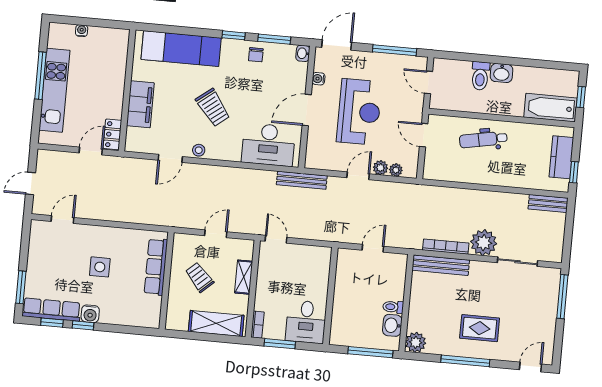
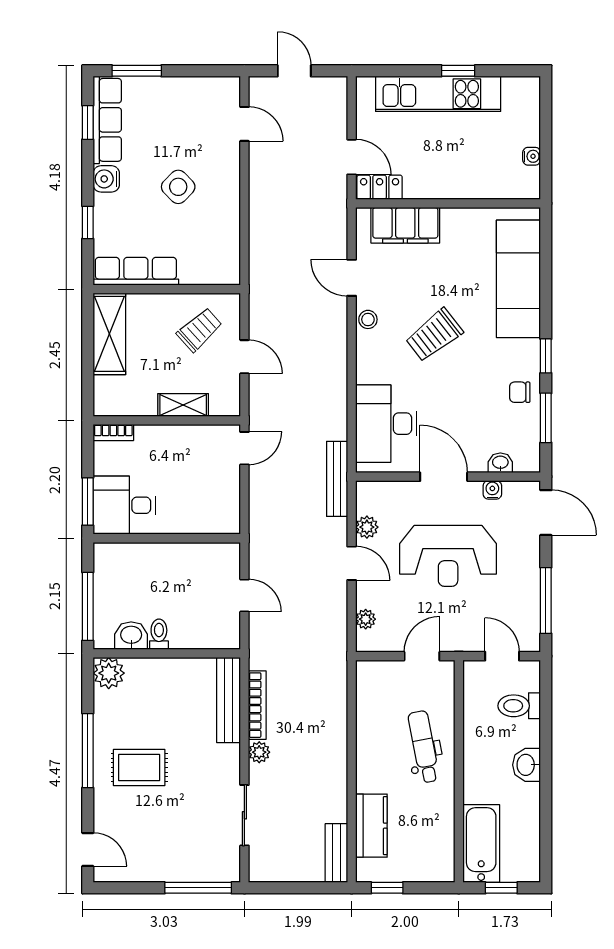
water cooler: (82, 31) -> (532, 156), moved
washbasin: (303, 53) -> (500, 463), moved
window: (41, 76) -> (458, 71), width x0.46
toilet: (480, 76) -> (519, 706), moved
door: (428, 82) -> (502, 656), hinge flipped
filing cabinet: (140, 104) -> (405, 225), moved
kitchen counter: (561, 157) -> (371, 826), moved, turned 90
plant: (380, 168) -> (367, 527), moved
plant: (484, 243) -> (259, 752), width x0.53, depth x0.53
side table: (100, 267) -> (178, 187), turned 45
row of seats: (156, 267) -> (136, 271), moved
trolley: (199, 277) -> (199, 330), moved
shelving: (216, 323) -> (109, 334), moved
window: (83, 325) -> (88, 222), moved
rug: (480, 328) -> (139, 767), turned 90
window: (280, 344) -> (88, 502), moved

